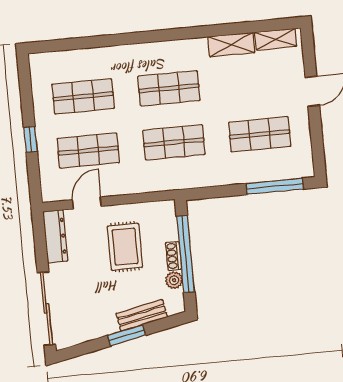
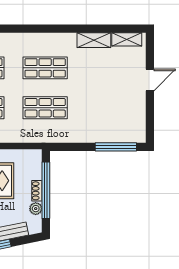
shop shelf: (260, 134) -> (108, 108), removed

